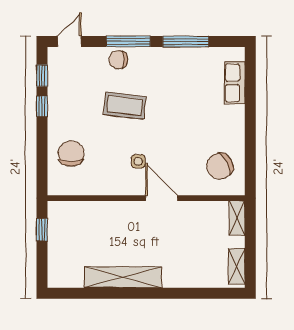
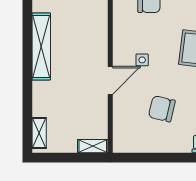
chair: (220, 166) -> (162, 109), moved, turned -49
shelving: (237, 267) -> (39, 133), moved, turned 90

